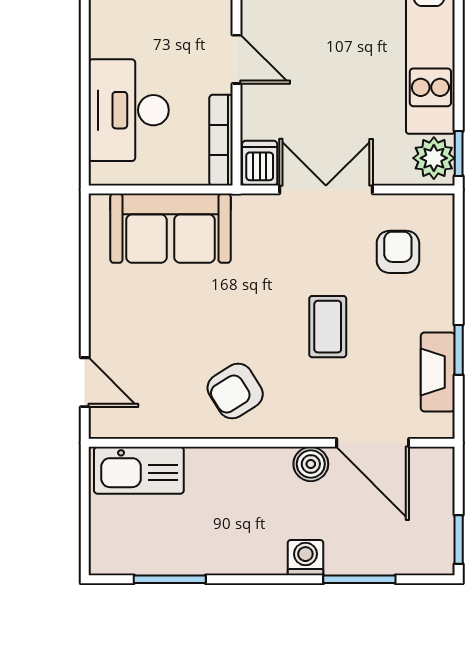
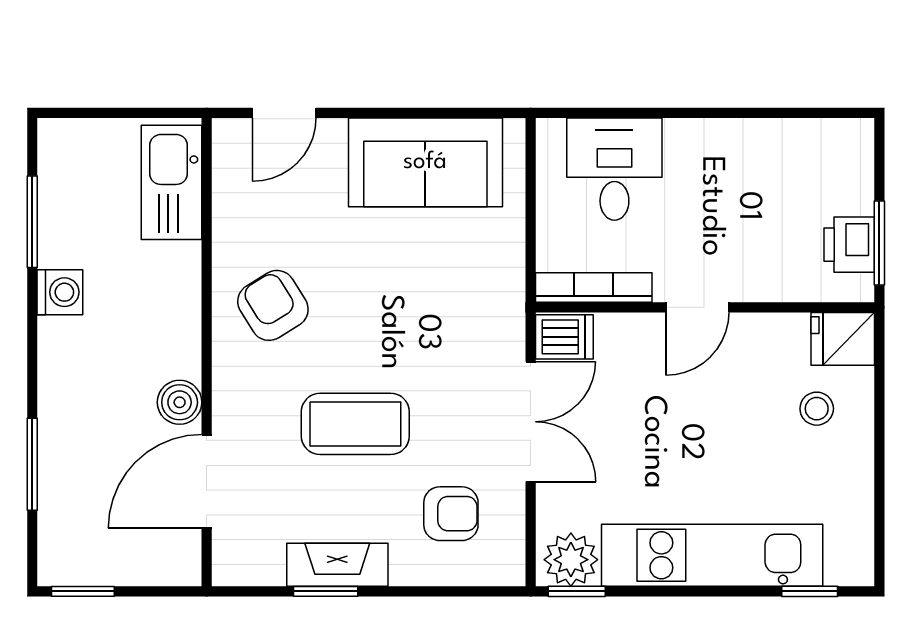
desk: (129, 110) -> (614, 169), width x0.73
sofa: (170, 228) -> (425, 162), moved, turned -90
coffee table: (328, 327) -> (355, 424), width x1.36, depth x1.30
fireplace: (438, 372) -> (337, 565), moved
washing machine: (305, 558) -> (60, 292), moved

